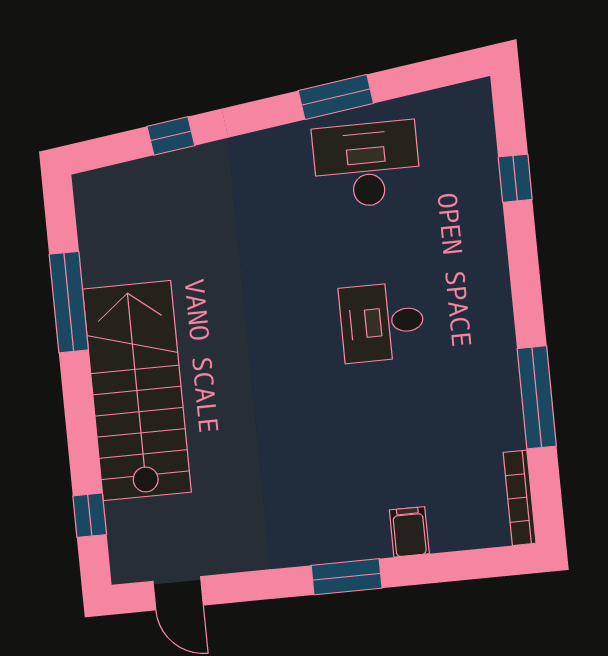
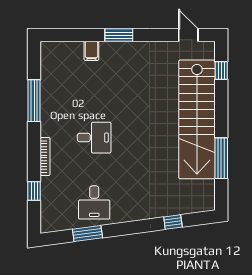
window: (336, 97) -> (87, 234), moved
desk: (367, 165) -> (94, 202), width x0.73
stairs: (137, 391) -> (197, 119), width x1.36
bookcase: (520, 498) -> (45, 156), moved

